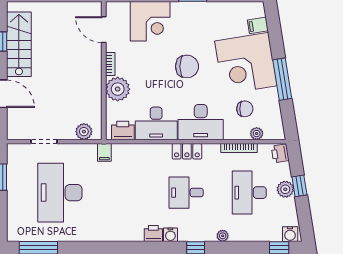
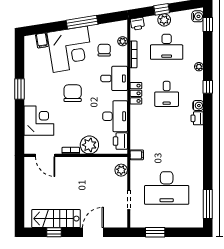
door: (104, 30) -> (45, 155), hinge flipped
desk: (201, 122) -> (114, 78), width x0.73

